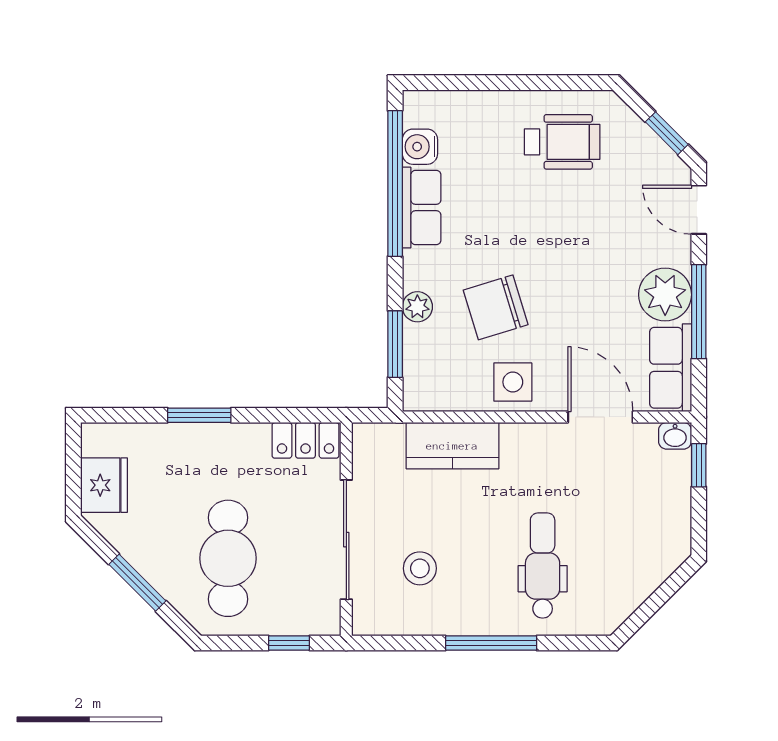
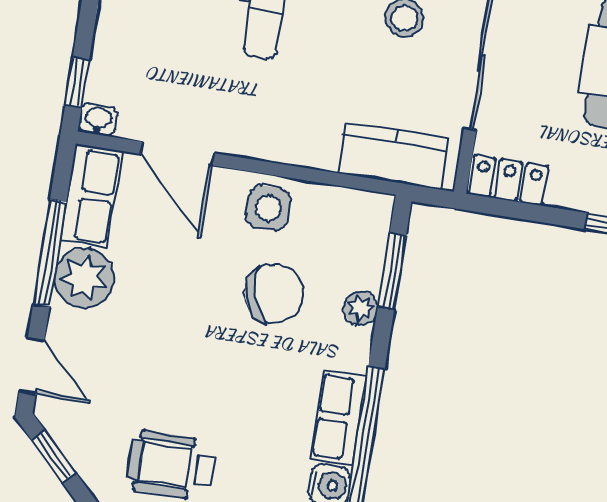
kitchen counter: (452, 446) -> (393, 156), moved

